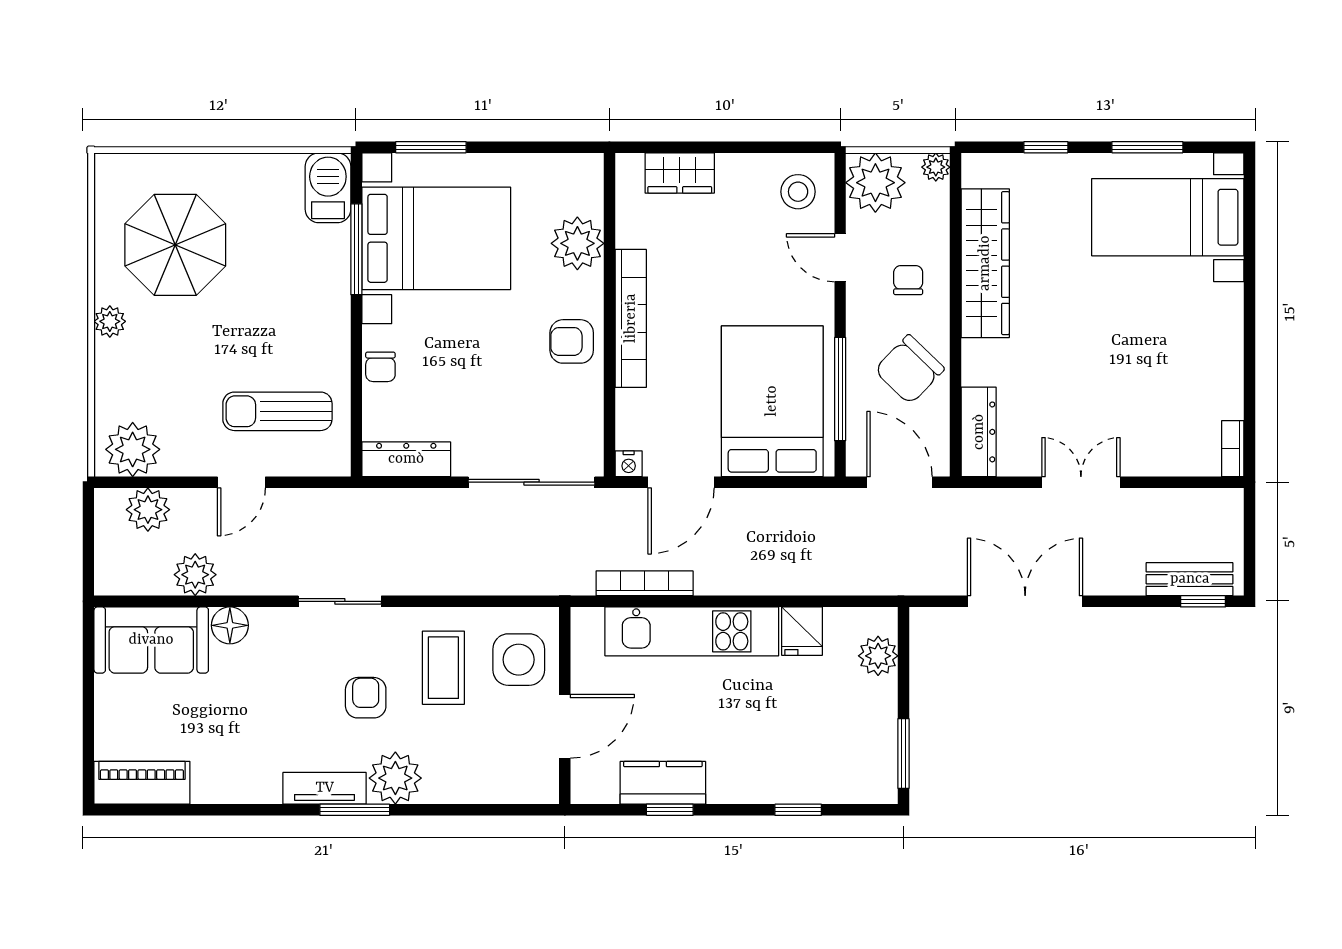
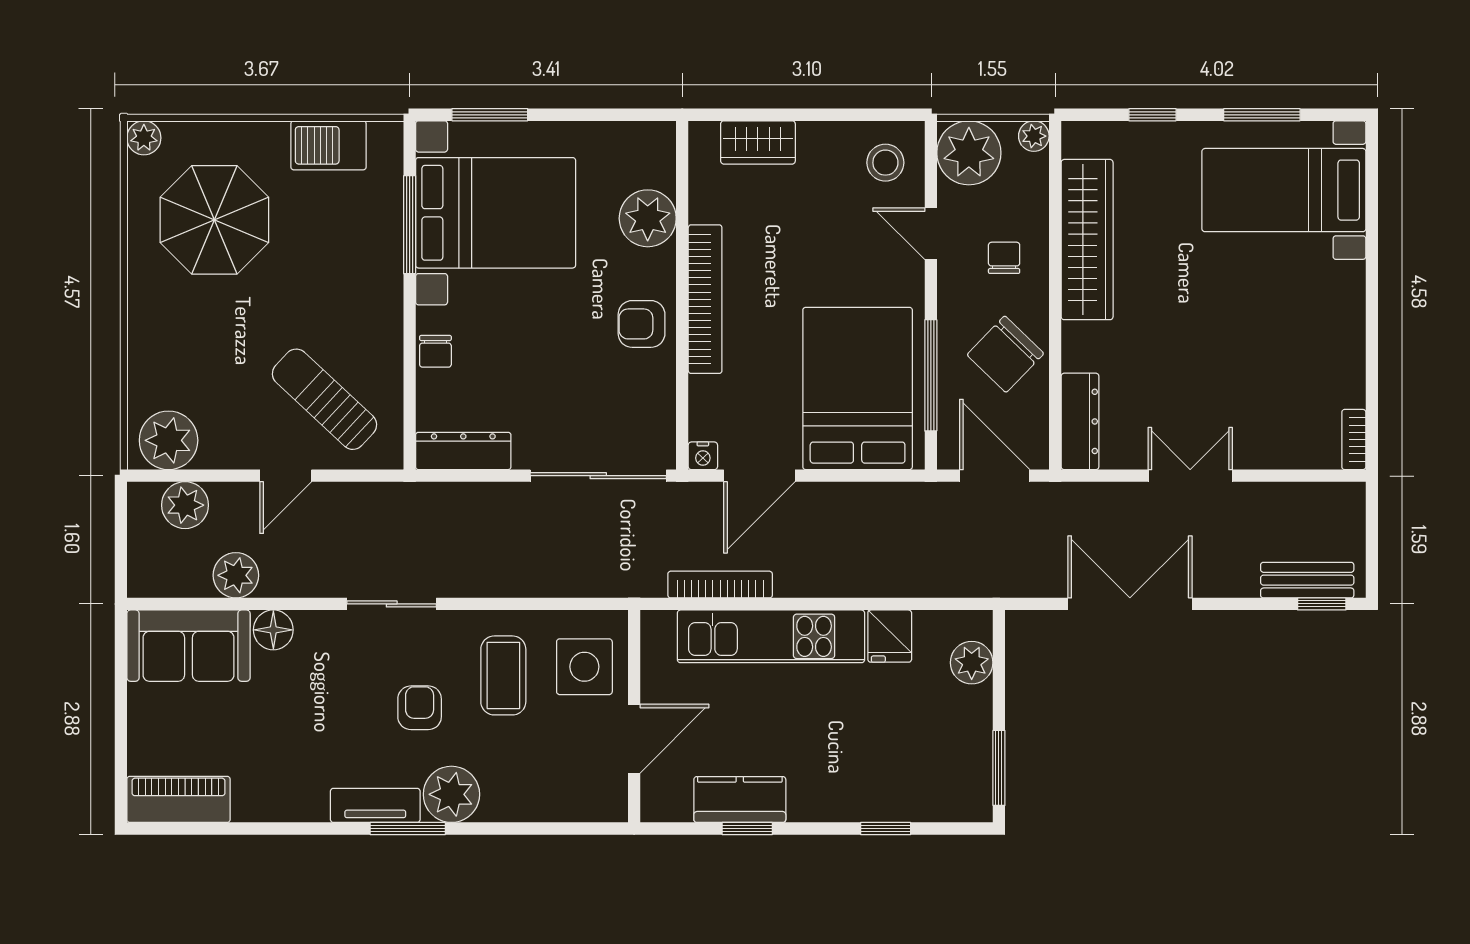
barbecue: (328, 188) -> (328, 145), moved, turned -90
plant: (110, 321) -> (144, 138), moved
sun lounger: (277, 411) -> (324, 399), turned 43

